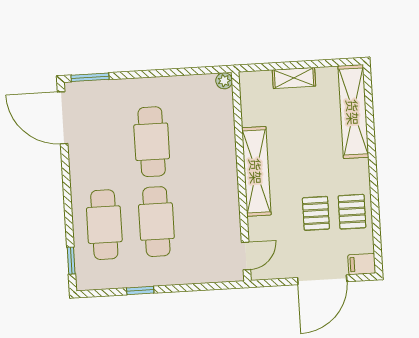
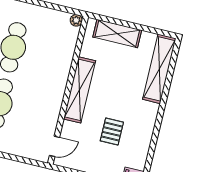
shelving: (294, 78) -> (117, 34), width x1.50, depth x1.33
pallet: (352, 212) -> (137, 138), removed

